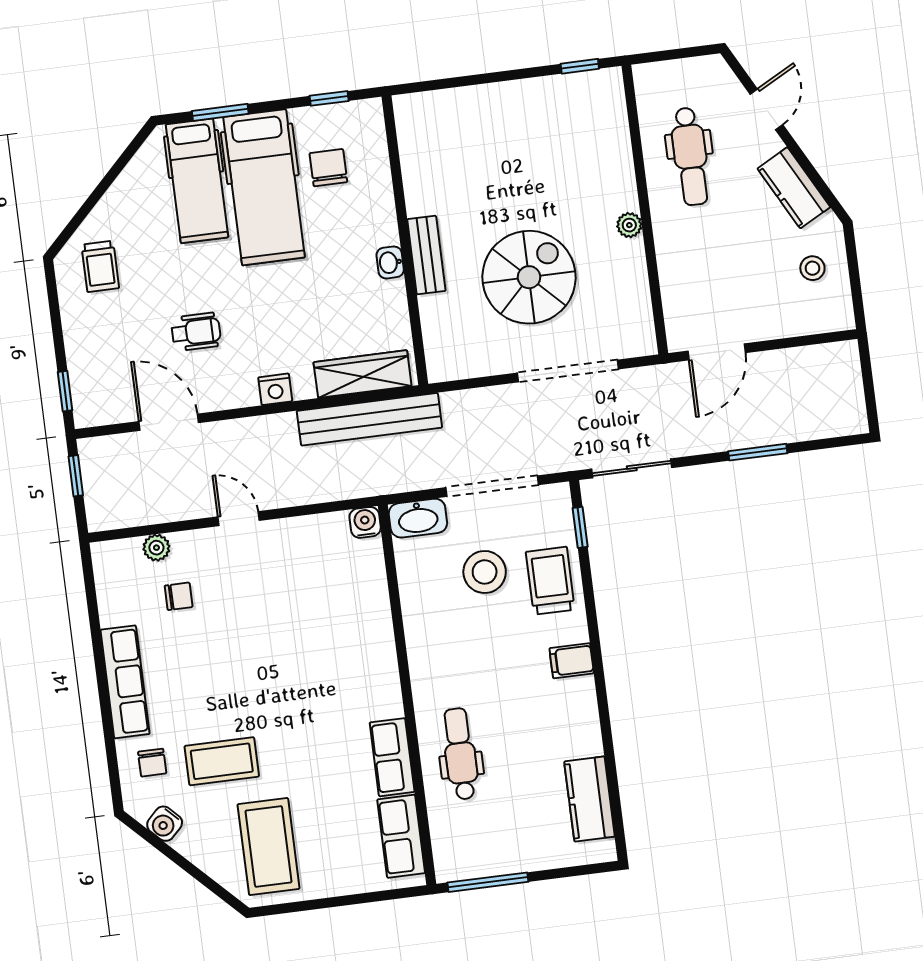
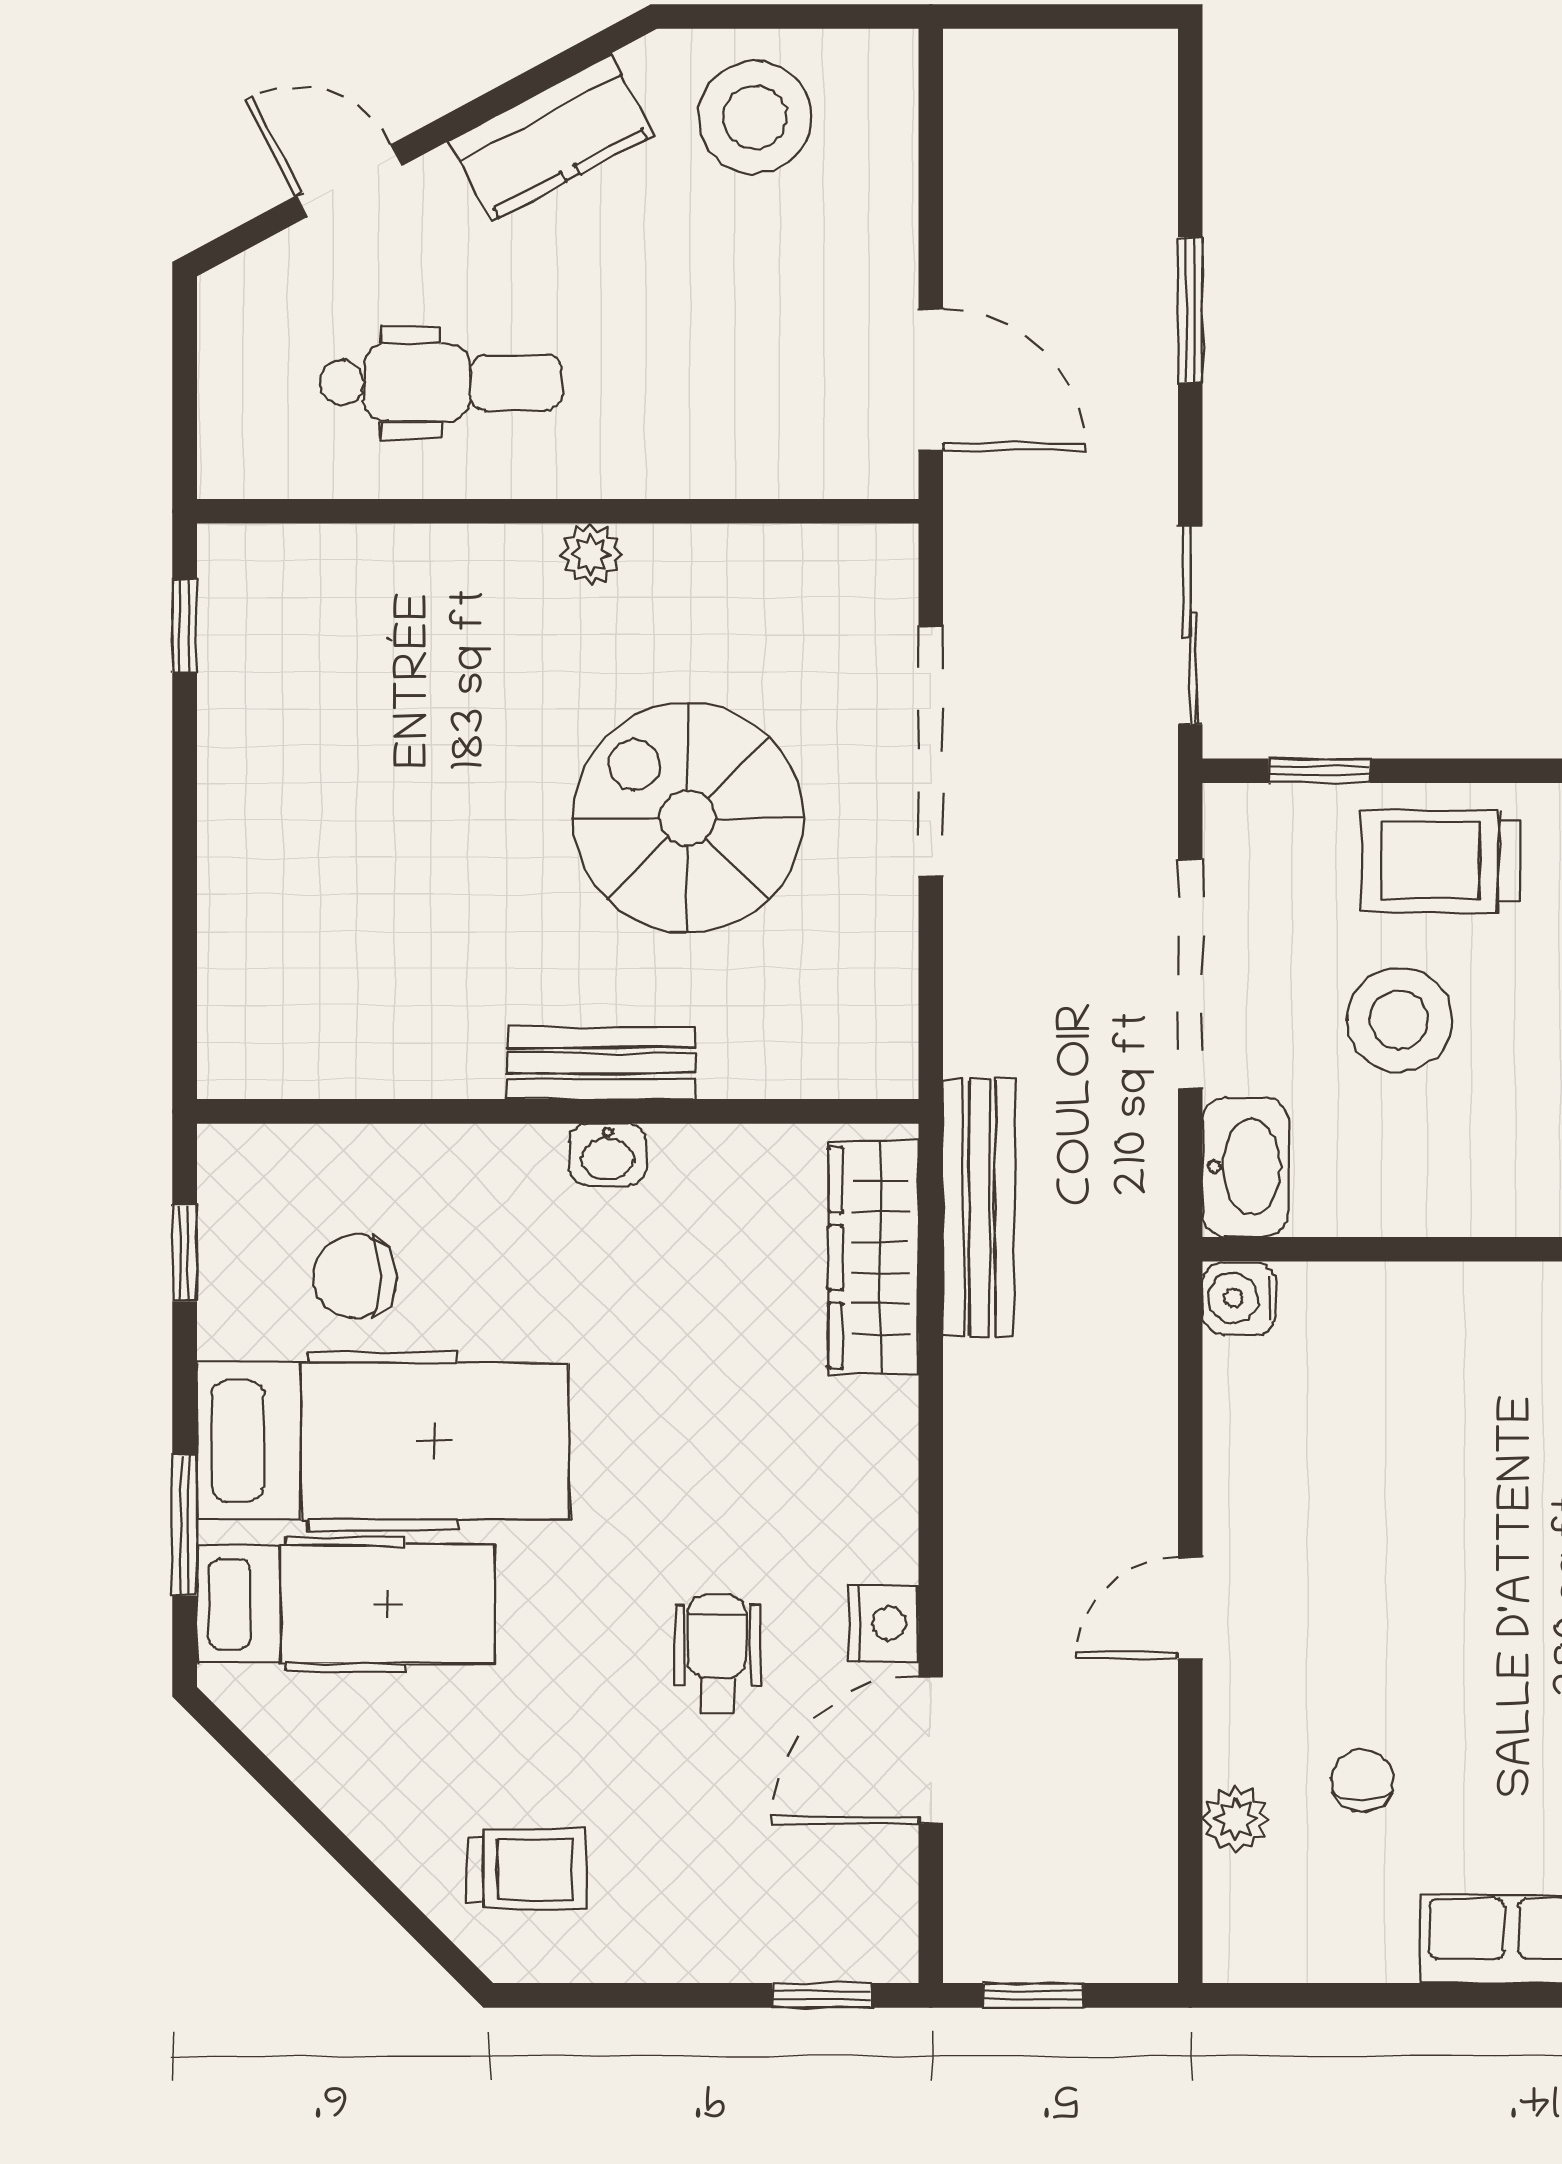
stool: (812, 268) -> (755, 117), width x1.89, depth x1.89
nightstand: (275, 389) -> (883, 1623), moved
bench: (369, 419) -> (979, 1208), width x0.73, depth x0.82

